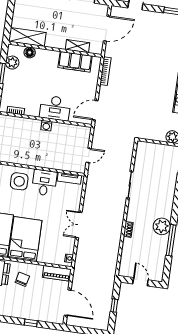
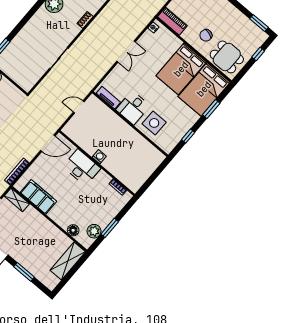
shelving: (27, 37) -> (68, 261), moved, turned 90
shelving: (77, 46) -> (17, 200), moved

